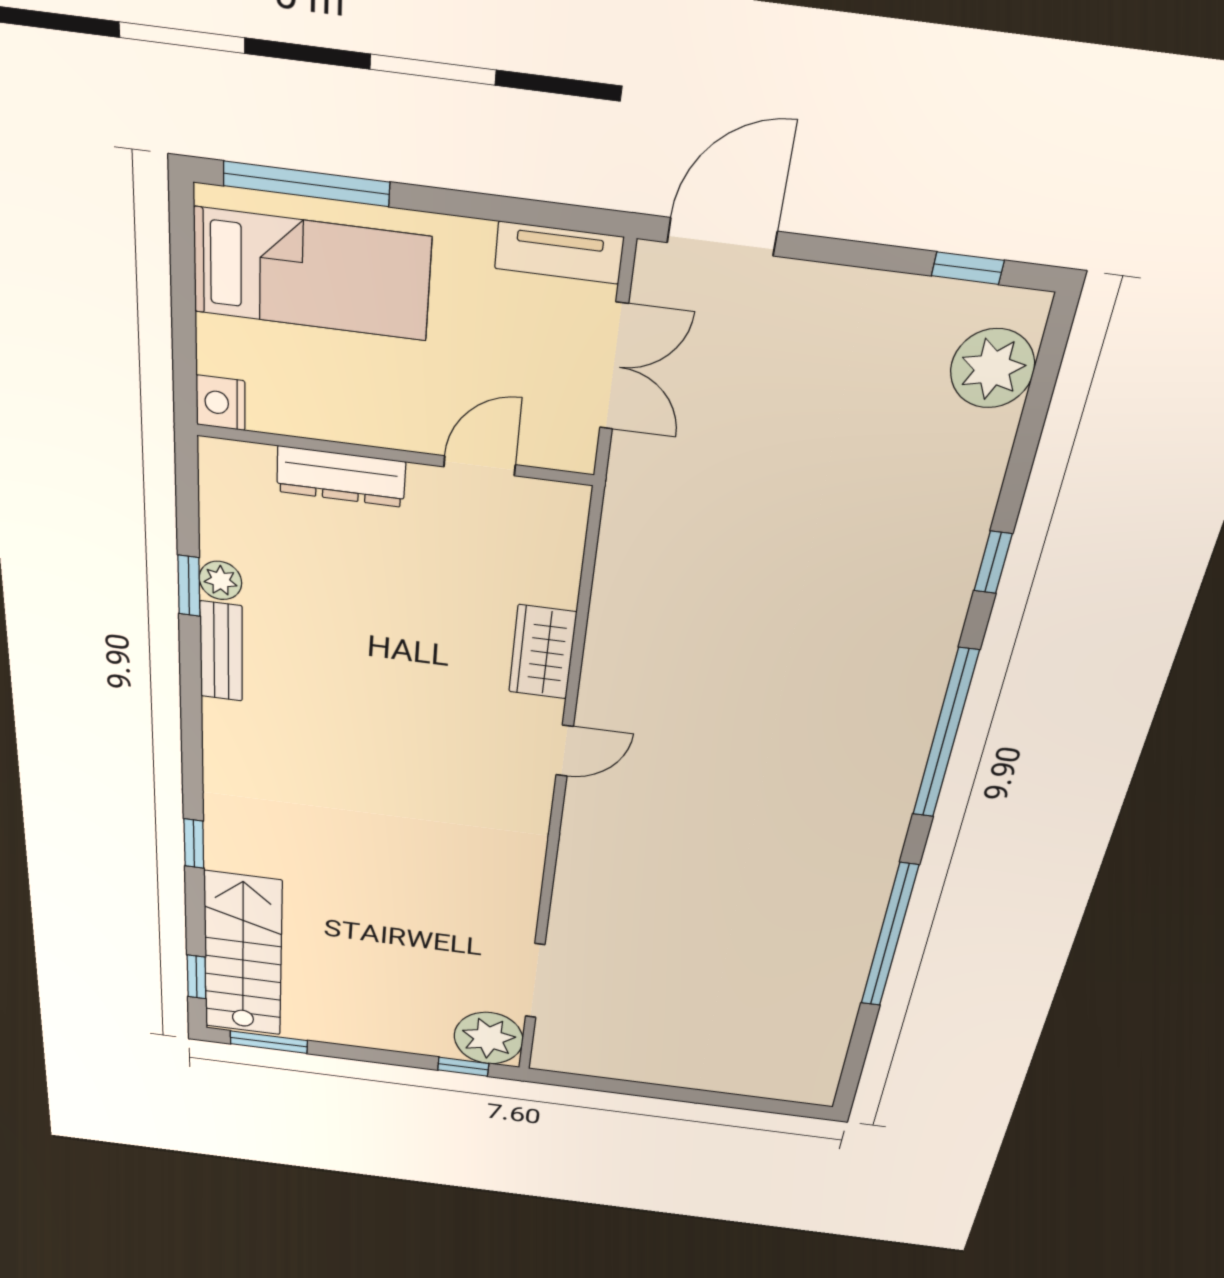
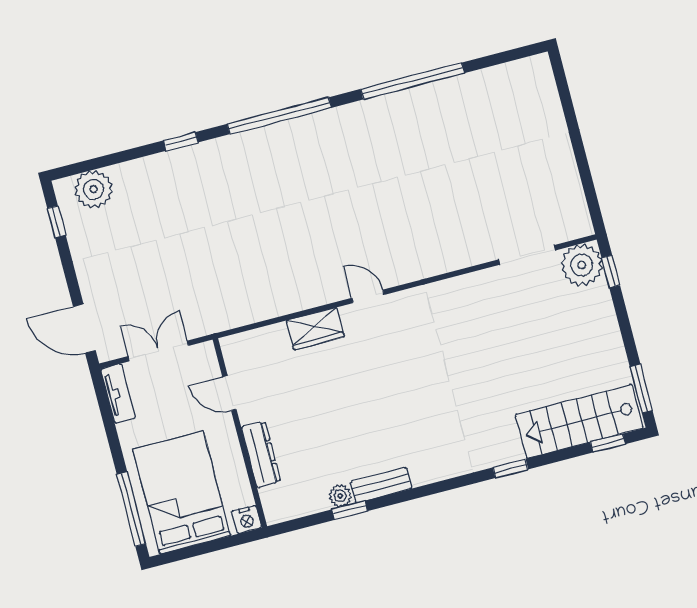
bed: (312, 274) -> (182, 493), width x1.50

